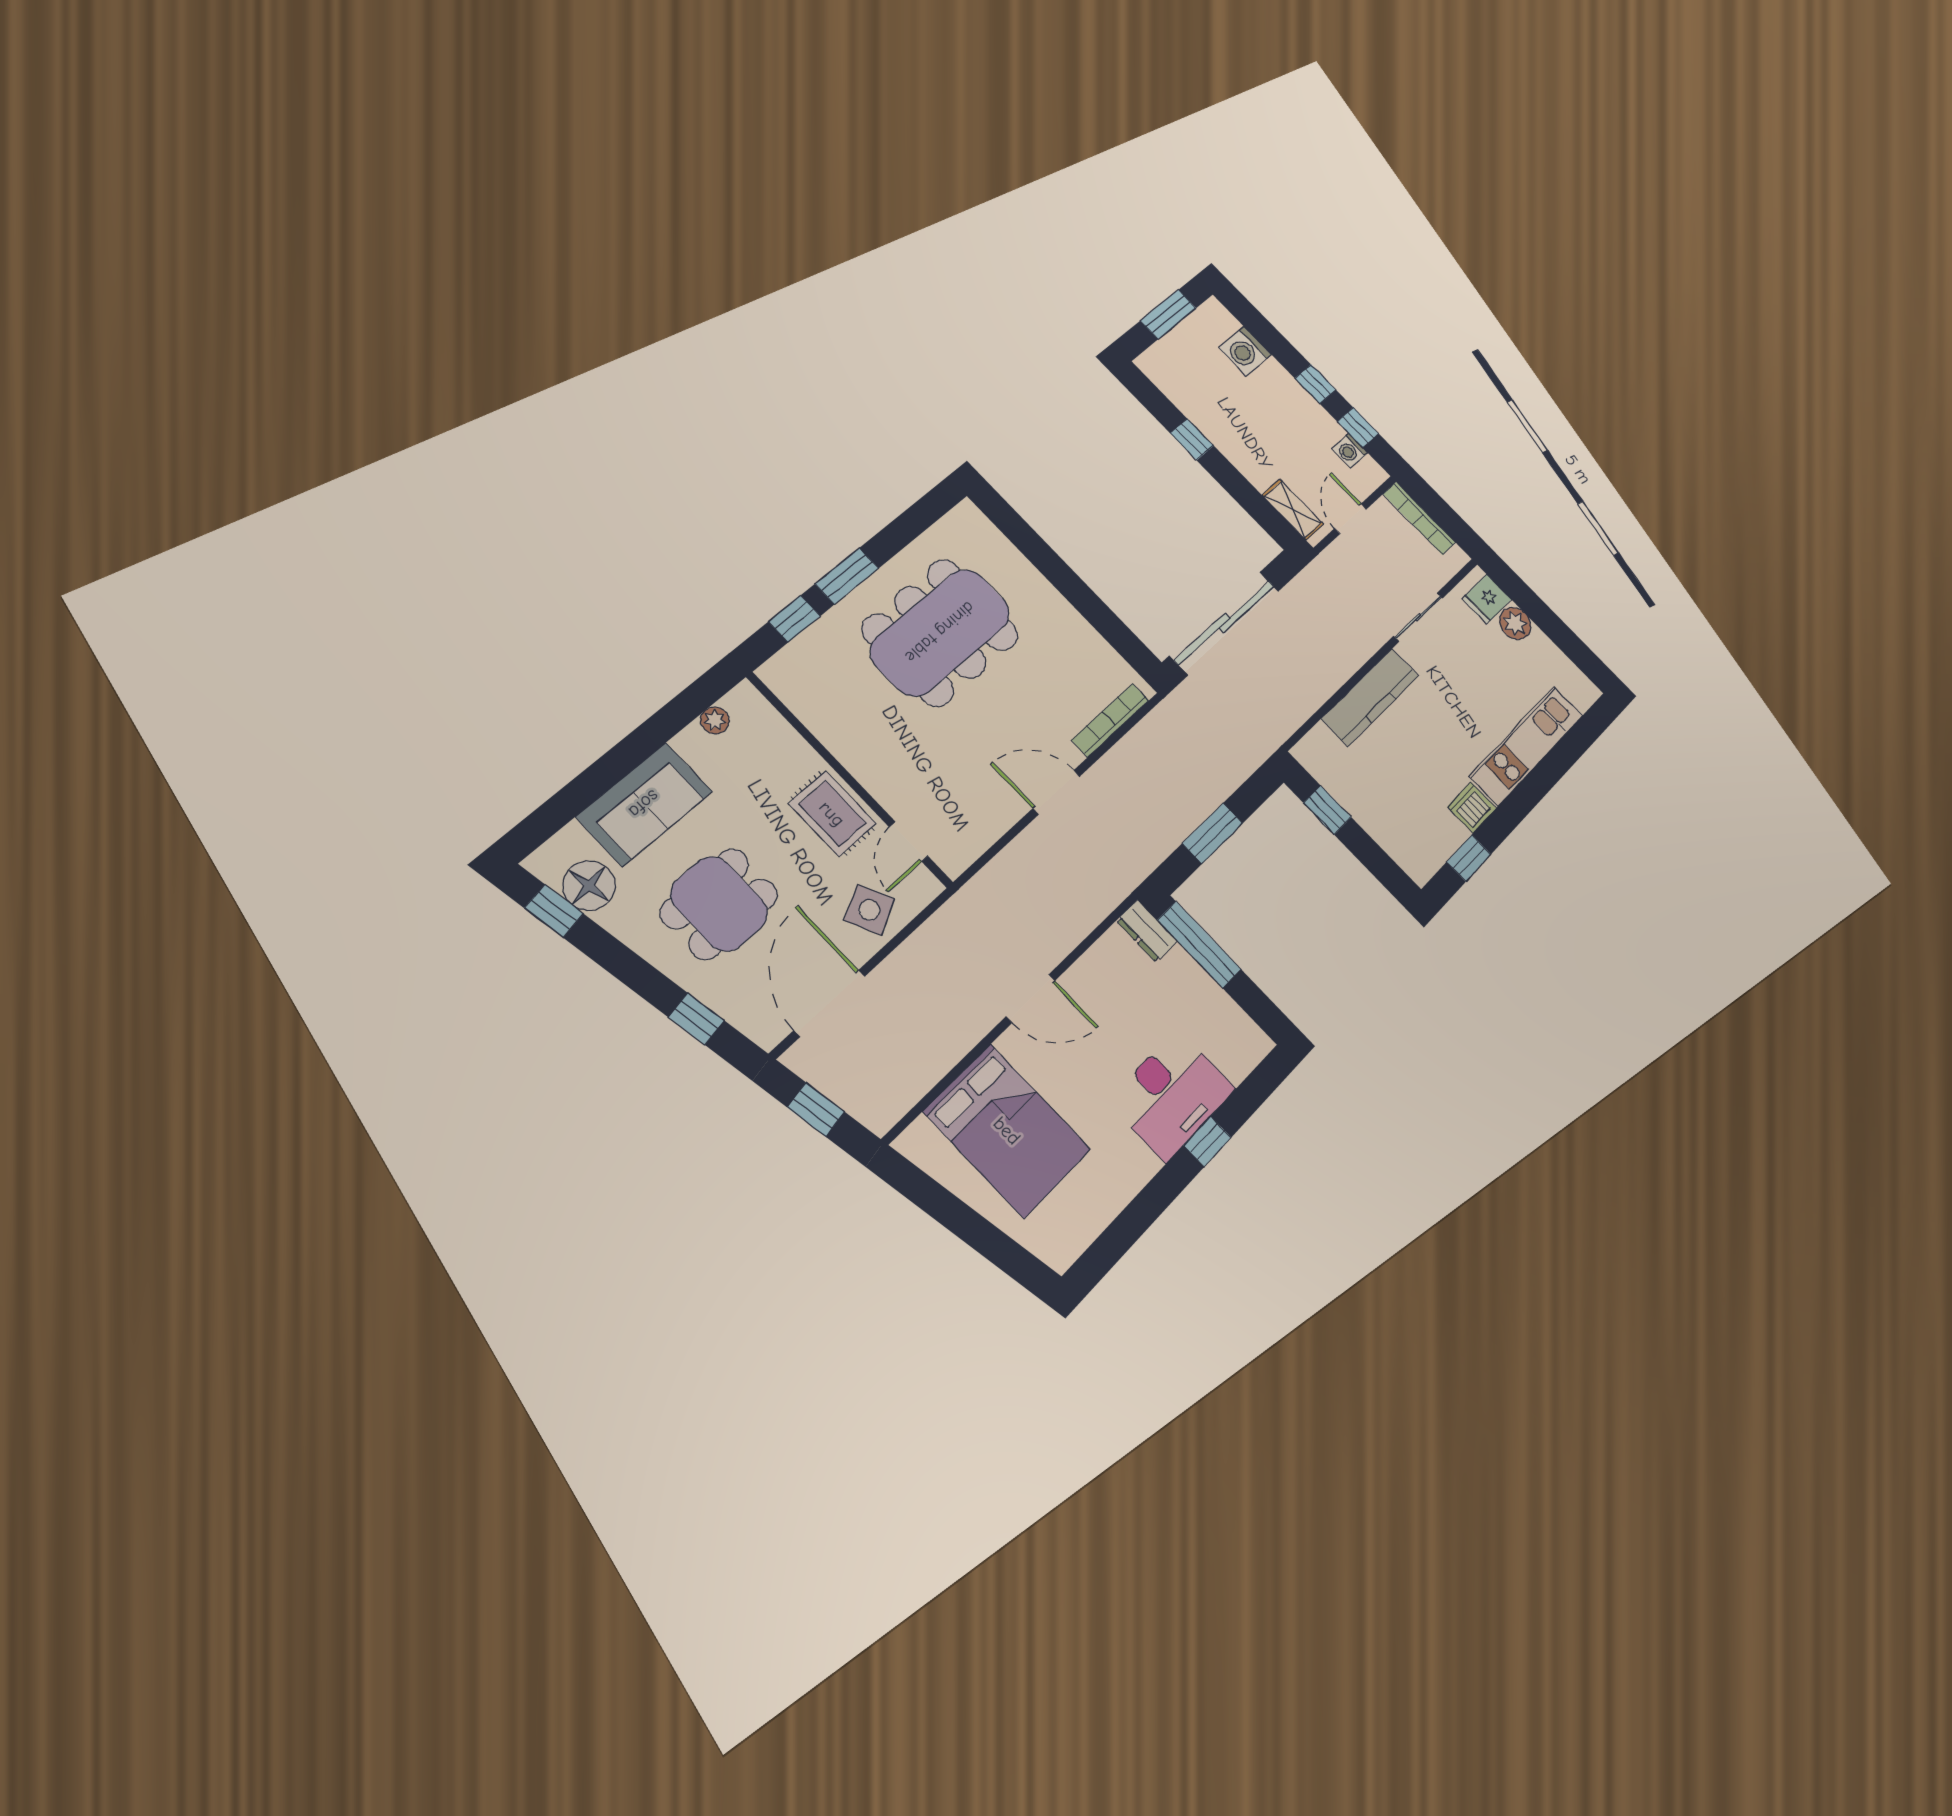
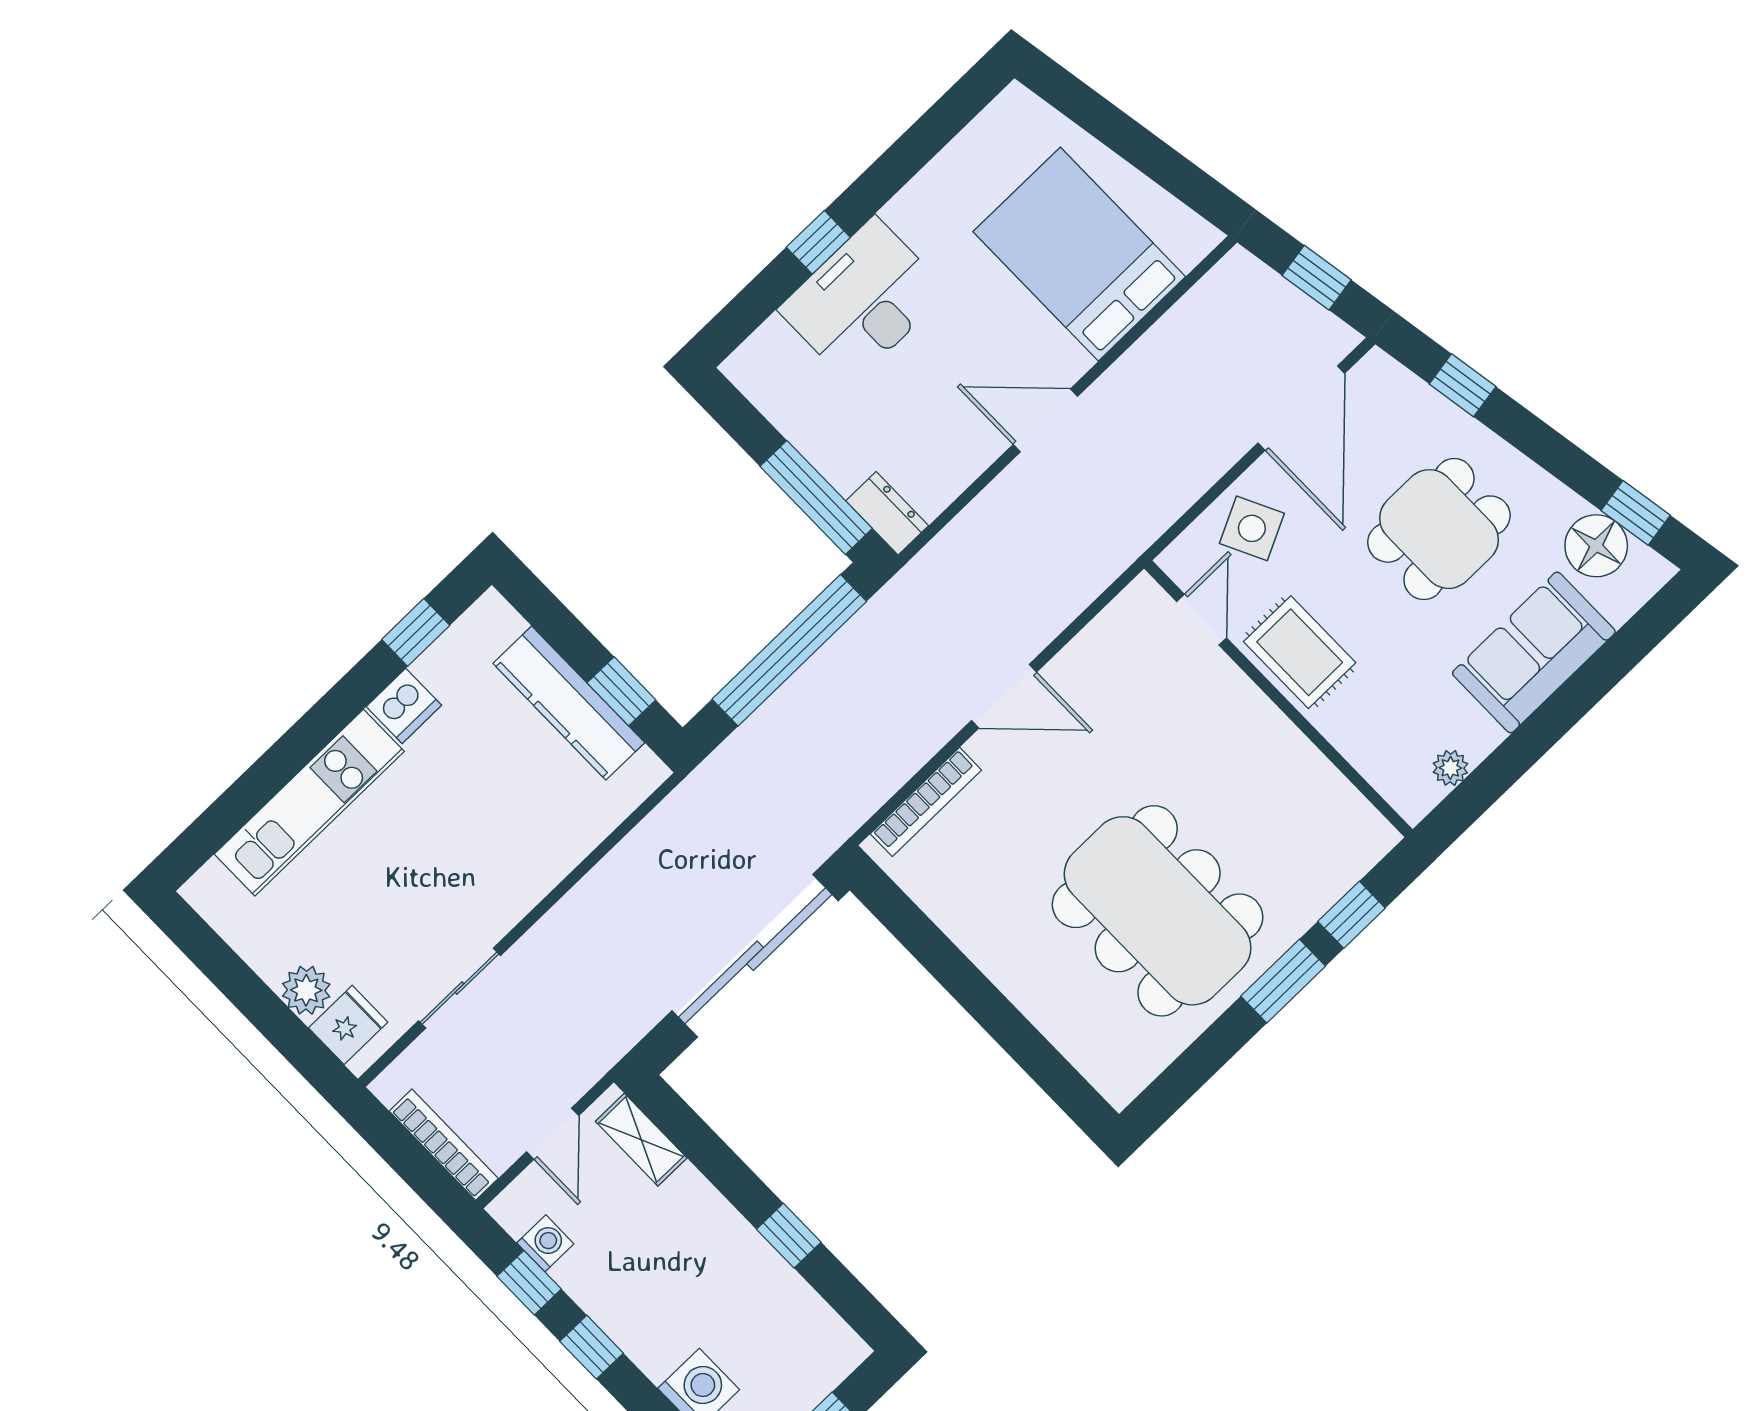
dining table: (940, 632) -> (1158, 911), turned 90
kitchen counter: (1370, 697) -> (569, 703), moved, turned -90
window: (1213, 833) -> (789, 650), width x2.11

